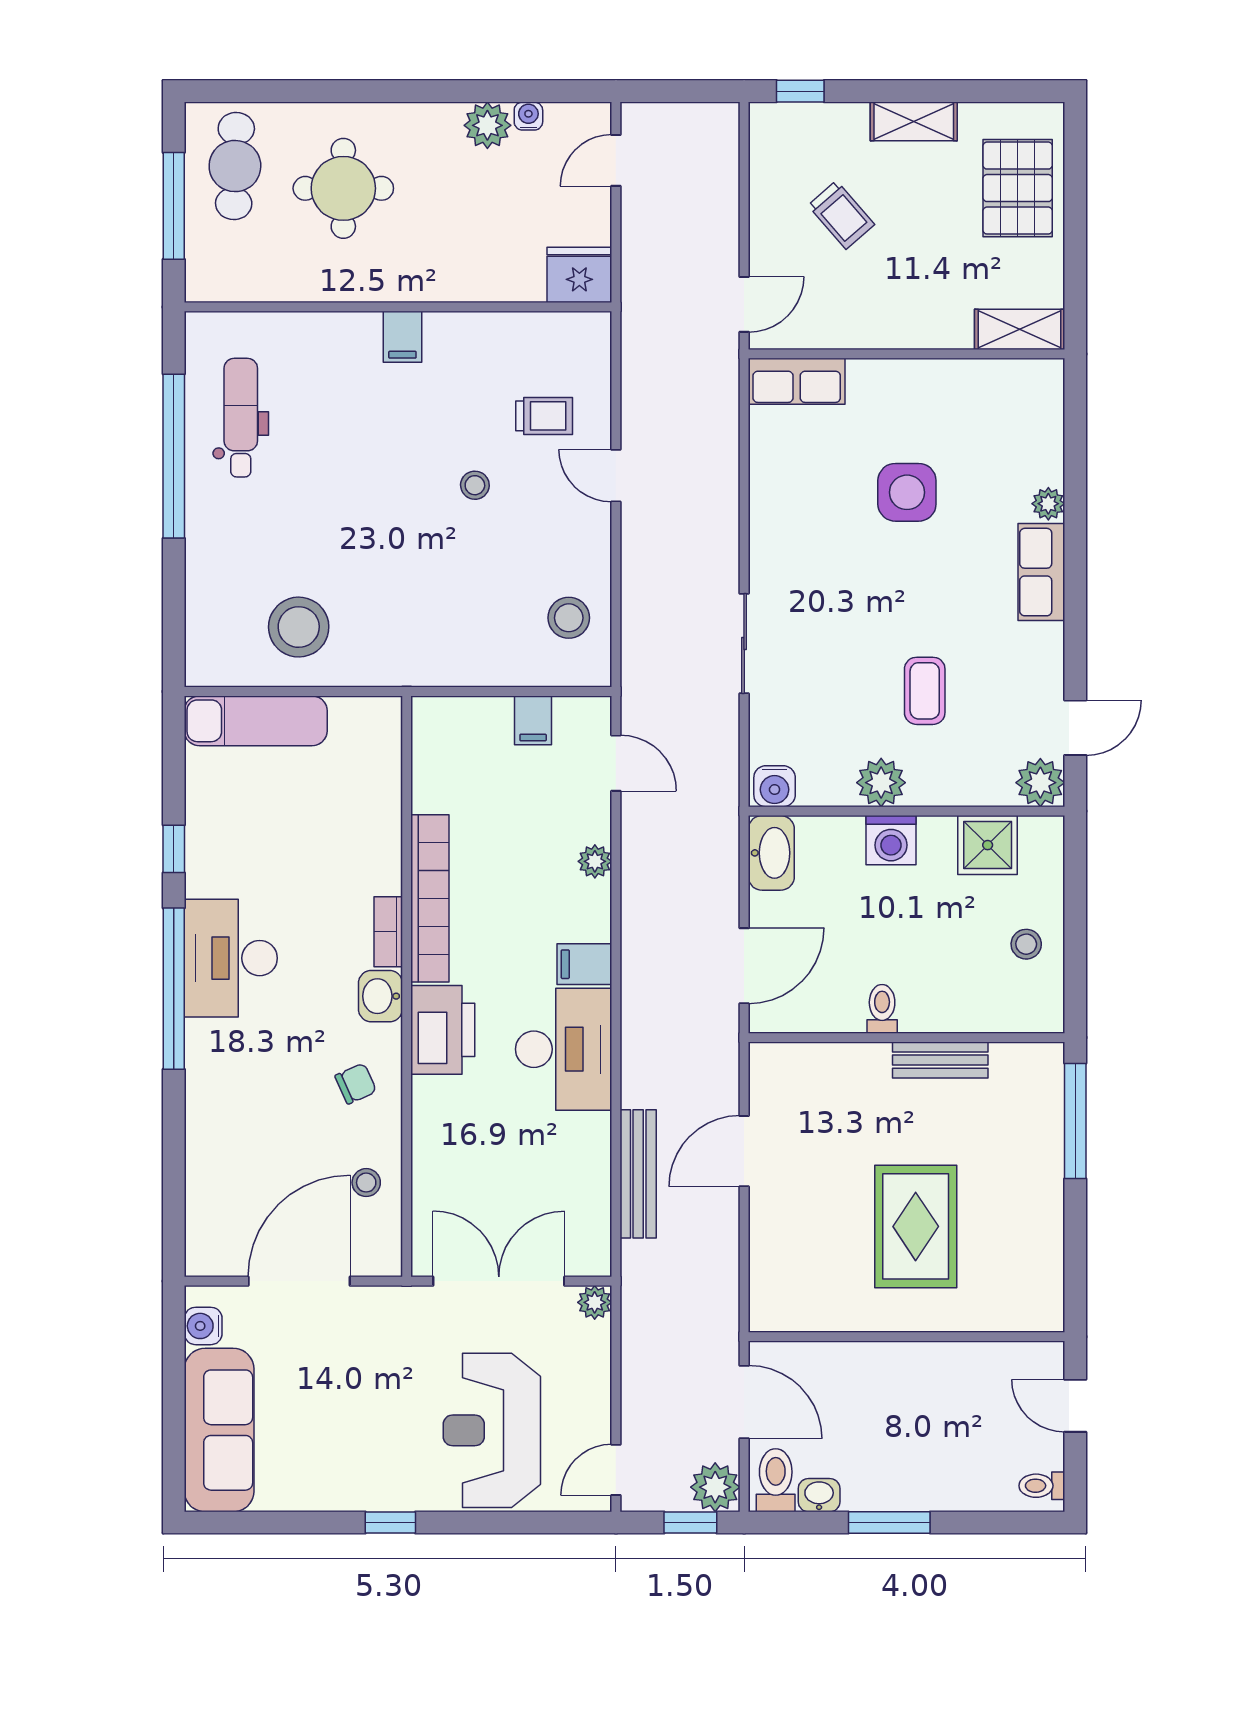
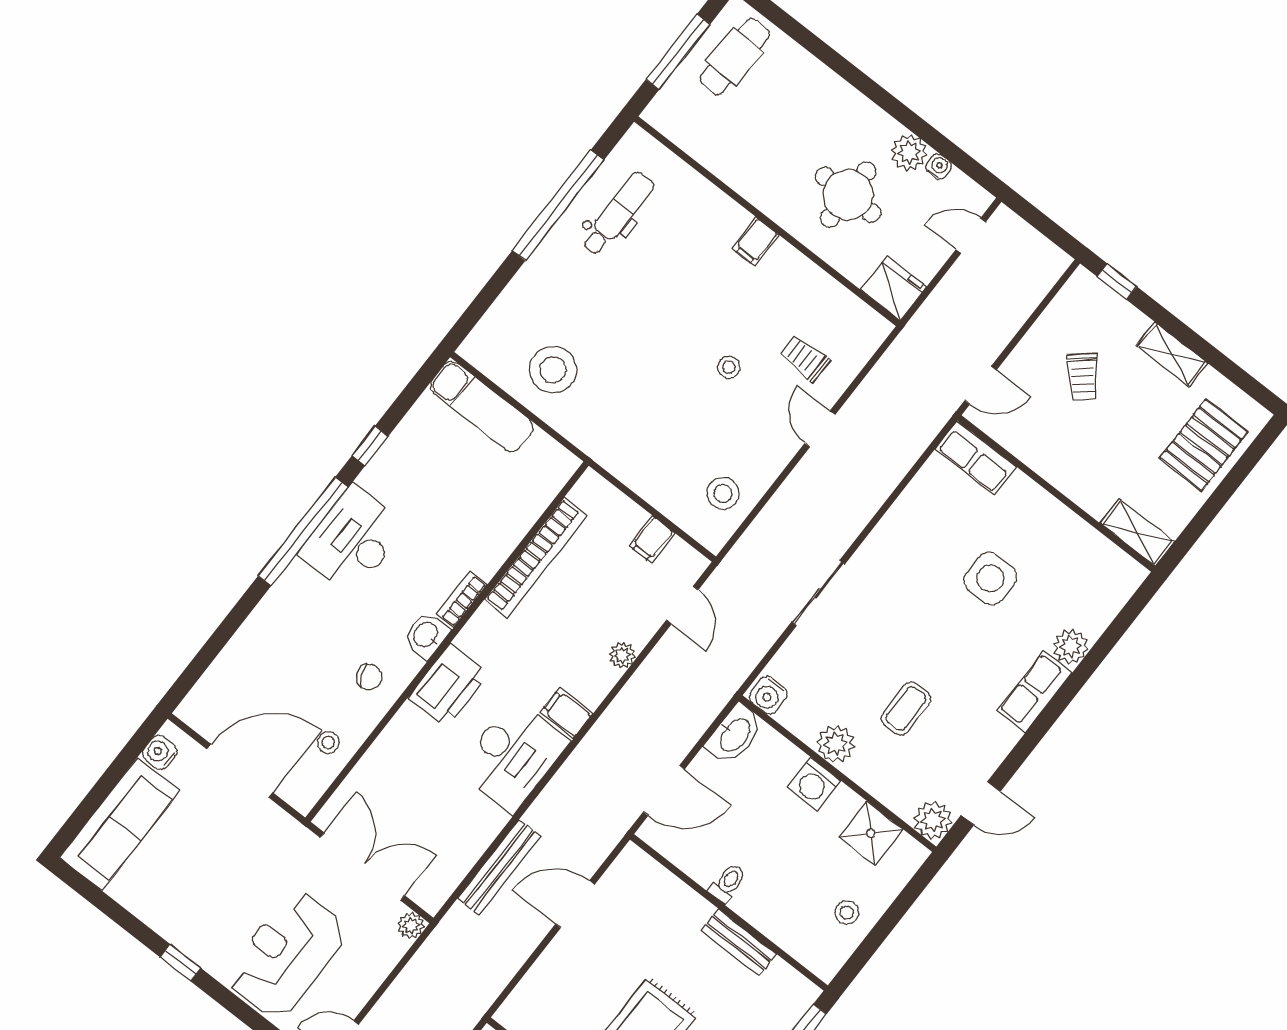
round table: (343, 188) -> (848, 195), moved
trolley: (544, 416) -> (804, 358), turned 180
plant: (1048, 504) -> (1071, 646), width x1.38, depth x1.38
bookcase: (430, 898) -> (536, 558), moved

